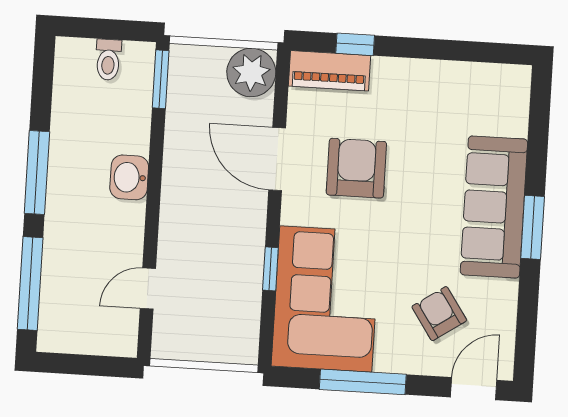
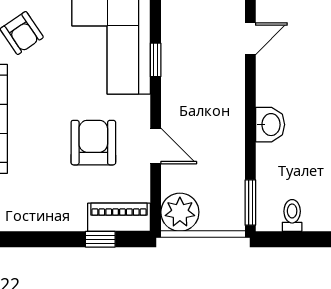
door: (277, 159) -> (156, 146), width x0.73
armchair: (356, 168) -> (93, 143), turned 180

